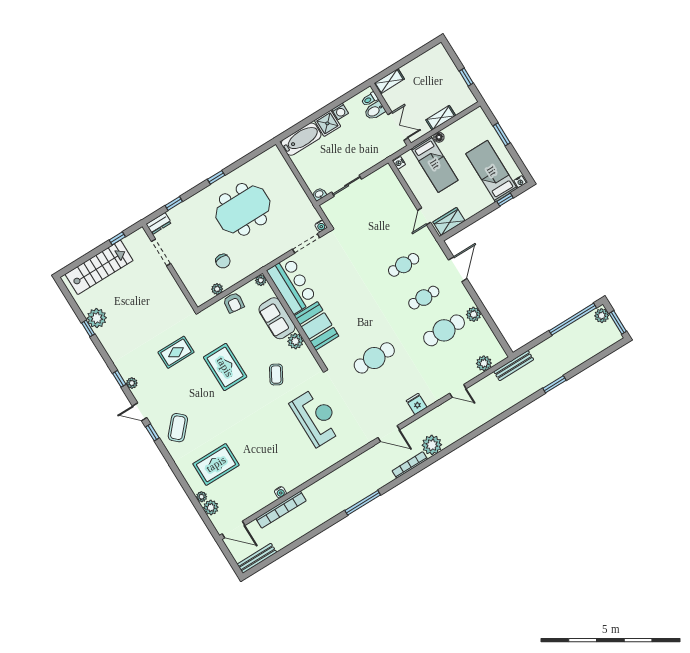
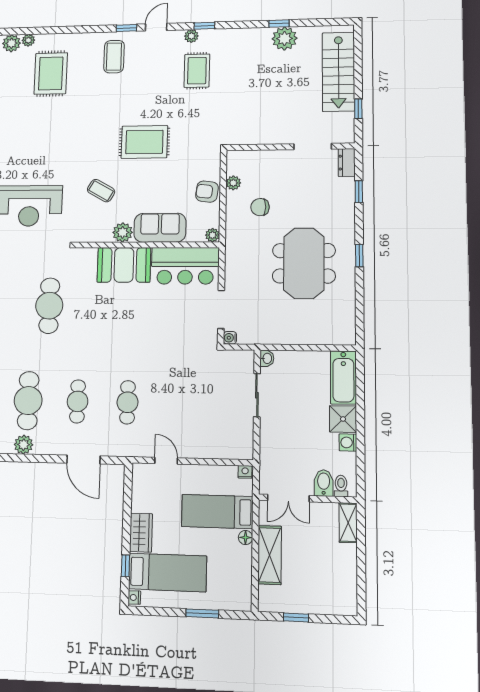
shelving: (441, 118) -> (270, 555), width x1.50, depth x1.33
wardrobe: (449, 221) -> (141, 533), moved
rug: (176, 352) -> (197, 71), moved
coffee table: (178, 428) -> (114, 57), turned 48

